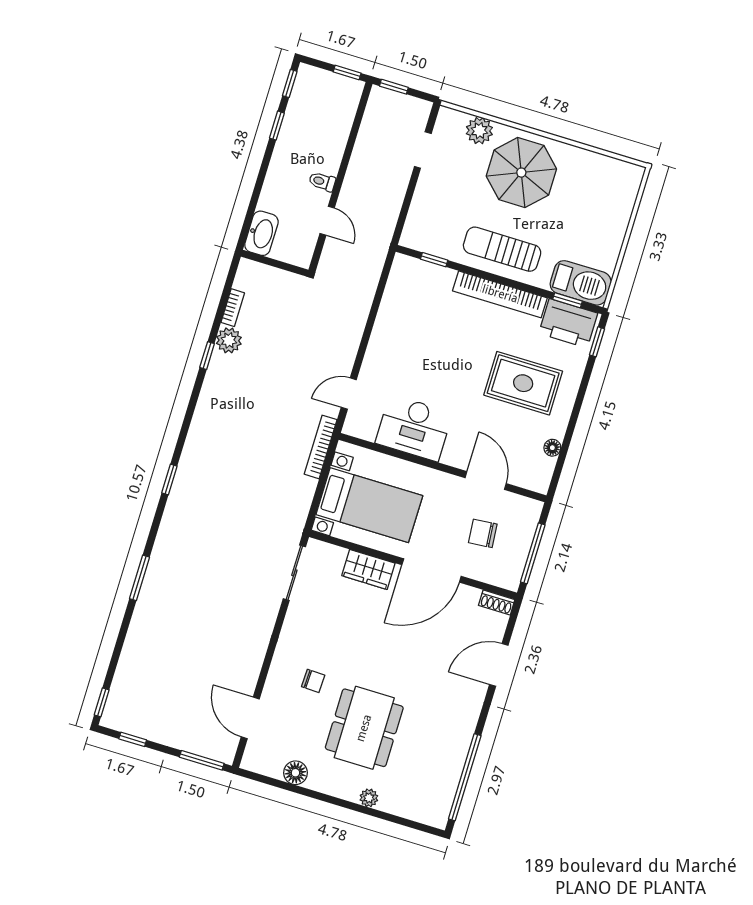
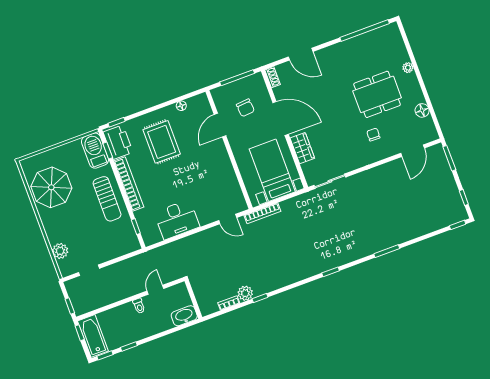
bathtub: (329, 87) -> (93, 336), added
parasol: (521, 173) -> (51, 187), moved
desk: (414, 428) -> (177, 219), moved, turned 90

